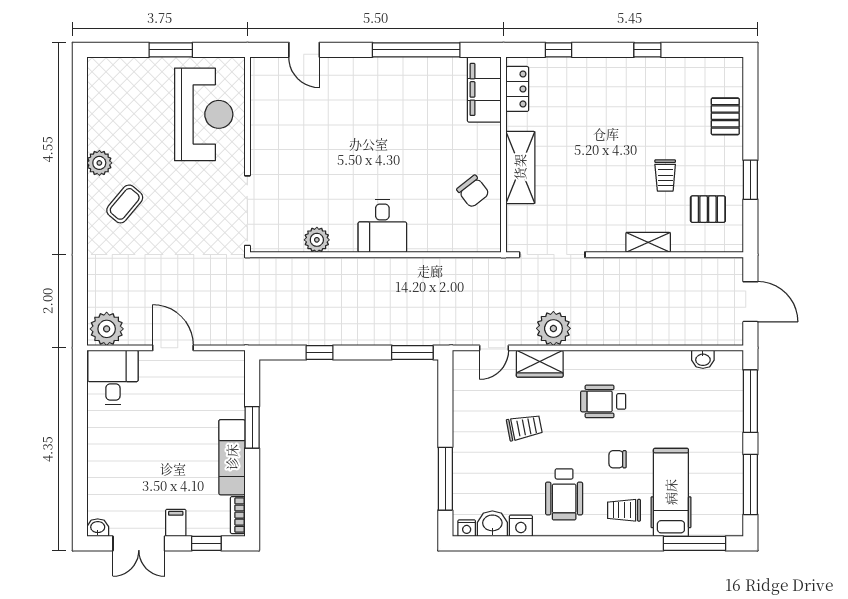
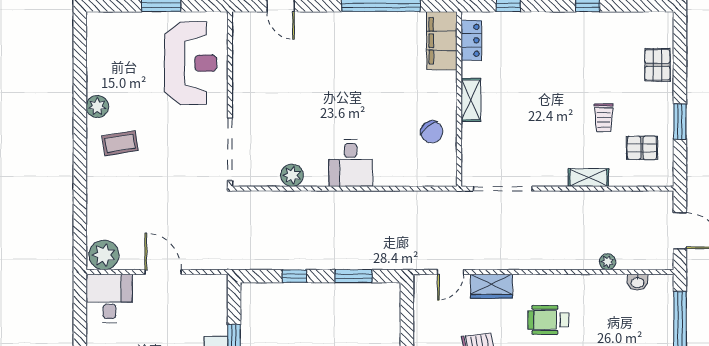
shelving: (520, 167) -> (471, 100), width x0.67, depth x0.75
coffee table: (125, 204) -> (120, 143), turned 41
plant: (553, 328) -> (608, 262), moved, width x0.53, depth x0.53
window: (412, 352) -> (353, 276), moved

